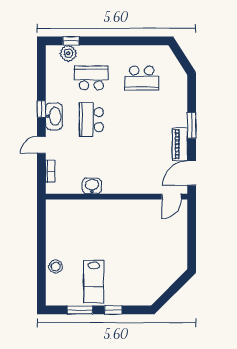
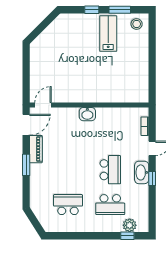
washbasin: (92, 186) -> (87, 114), moved
stool: (56, 267) -> (137, 24), moved

